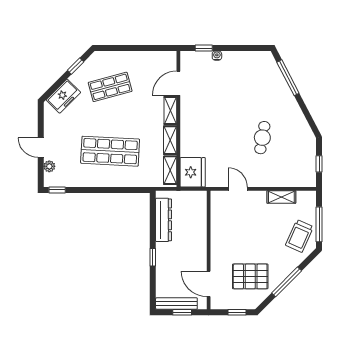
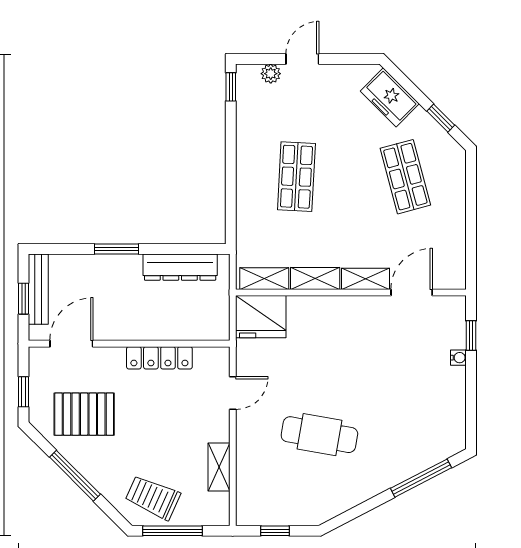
door: (178, 83) -> (412, 292), hinge flipped
cafe table: (262, 138) -> (319, 435), width x1.37, depth x1.35
shop shelf: (110, 151) -> (296, 177), width x0.70, depth x0.74
locker: (217, 232) -> (159, 358), added
window: (153, 257) -> (117, 249), width x1.50
pallet: (250, 276) -> (84, 414), turned 90

